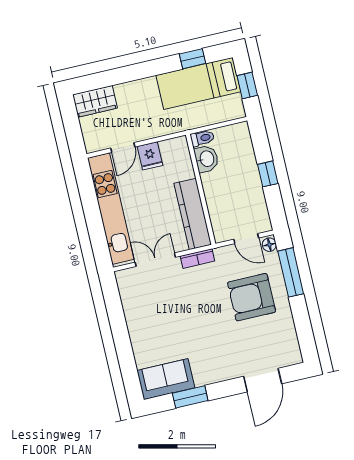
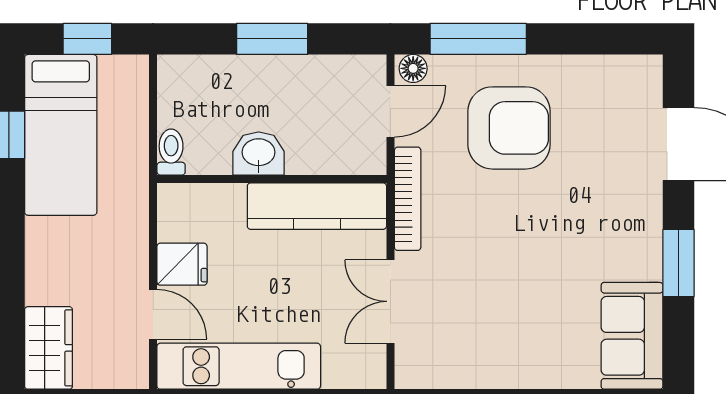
washbasin: (206, 159) -> (259, 154), moved
window: (268, 174) -> (272, 39), width x1.50
kitchen unit: (111, 209) -> (239, 366), width x0.73
bookcase: (197, 259) -> (408, 199), width x1.56
armchair: (252, 297) -> (509, 128), turned -90
window: (190, 397) -> (678, 263), moved

